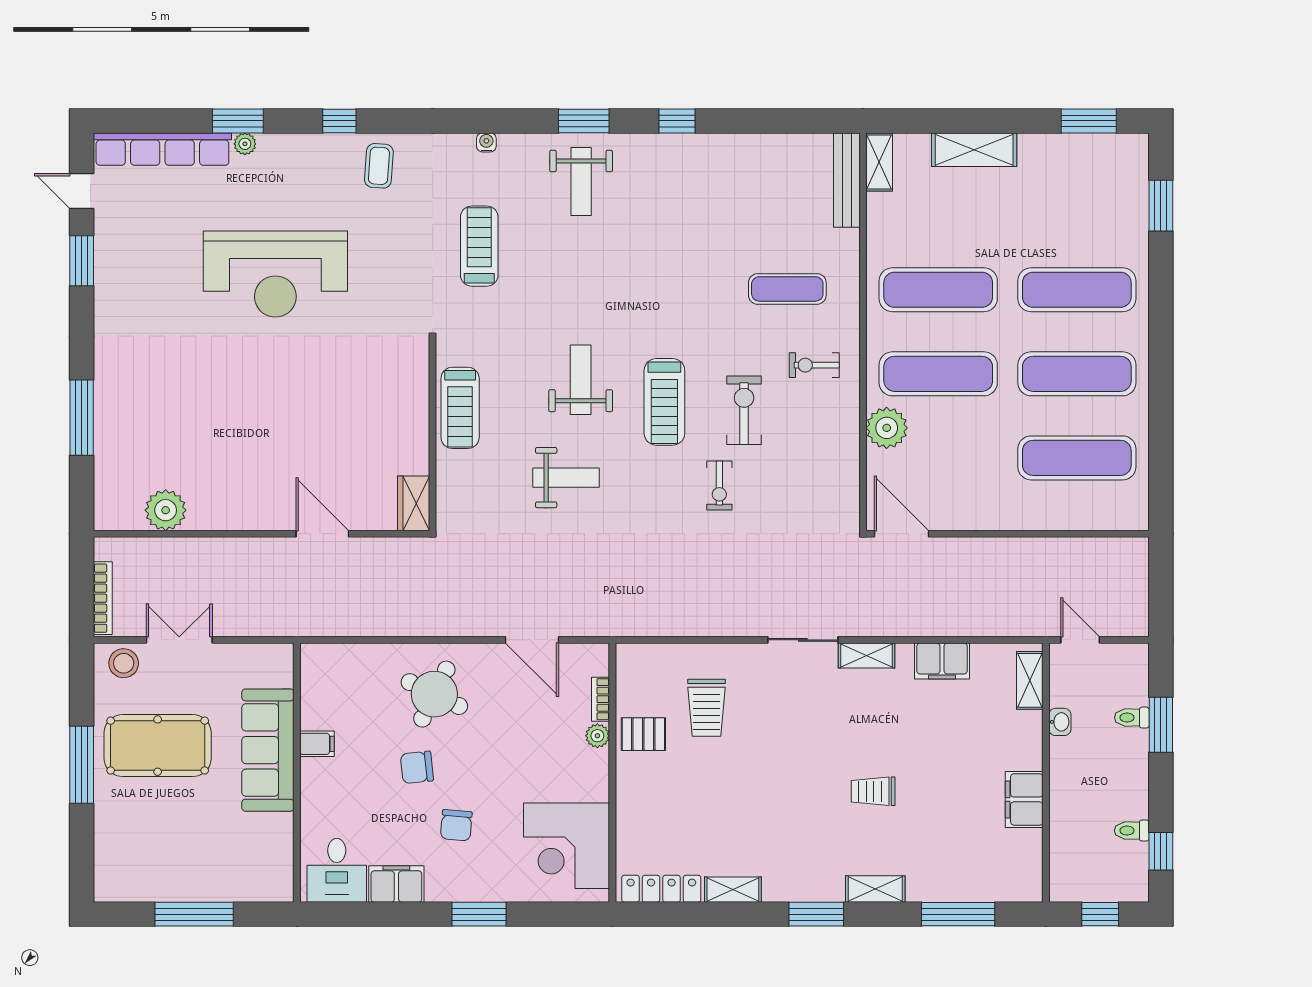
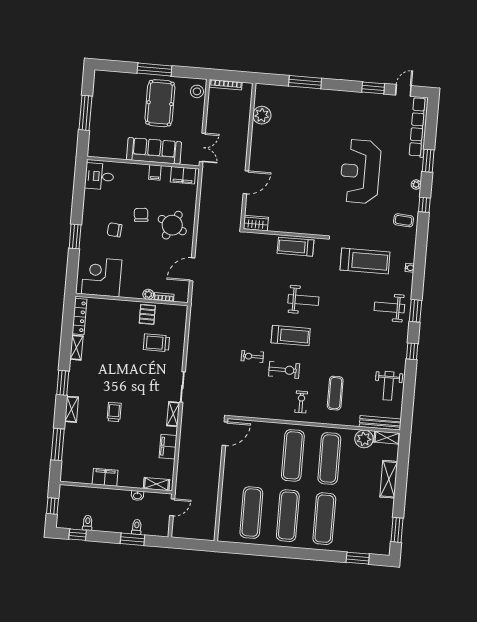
plant: (245, 144) -> (416, 185), moved
treadmill: (479, 246) -> (365, 261), width x1.37, depth x1.38
treadmill: (664, 402) -> (291, 336), turned 180
plant: (887, 428) -> (364, 439), moved
weight bench: (566, 478) -> (388, 386), moved
double door: (179, 640) -> (202, 147), moved
filing cabinet: (396, 884) -> (183, 175), moved, turned 90

